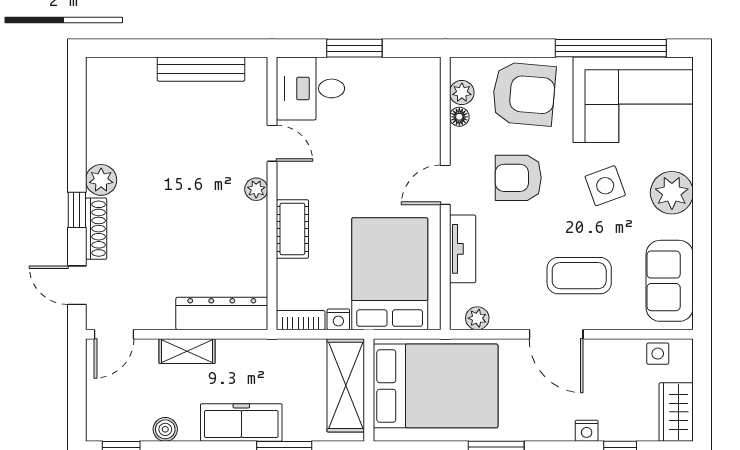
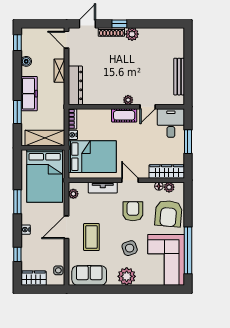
wardrobe: (425, 98) -> (167, 171), added
cot: (292, 229) -> (124, 115), moved
nightstand: (587, 431) -> (26, 230), moved

